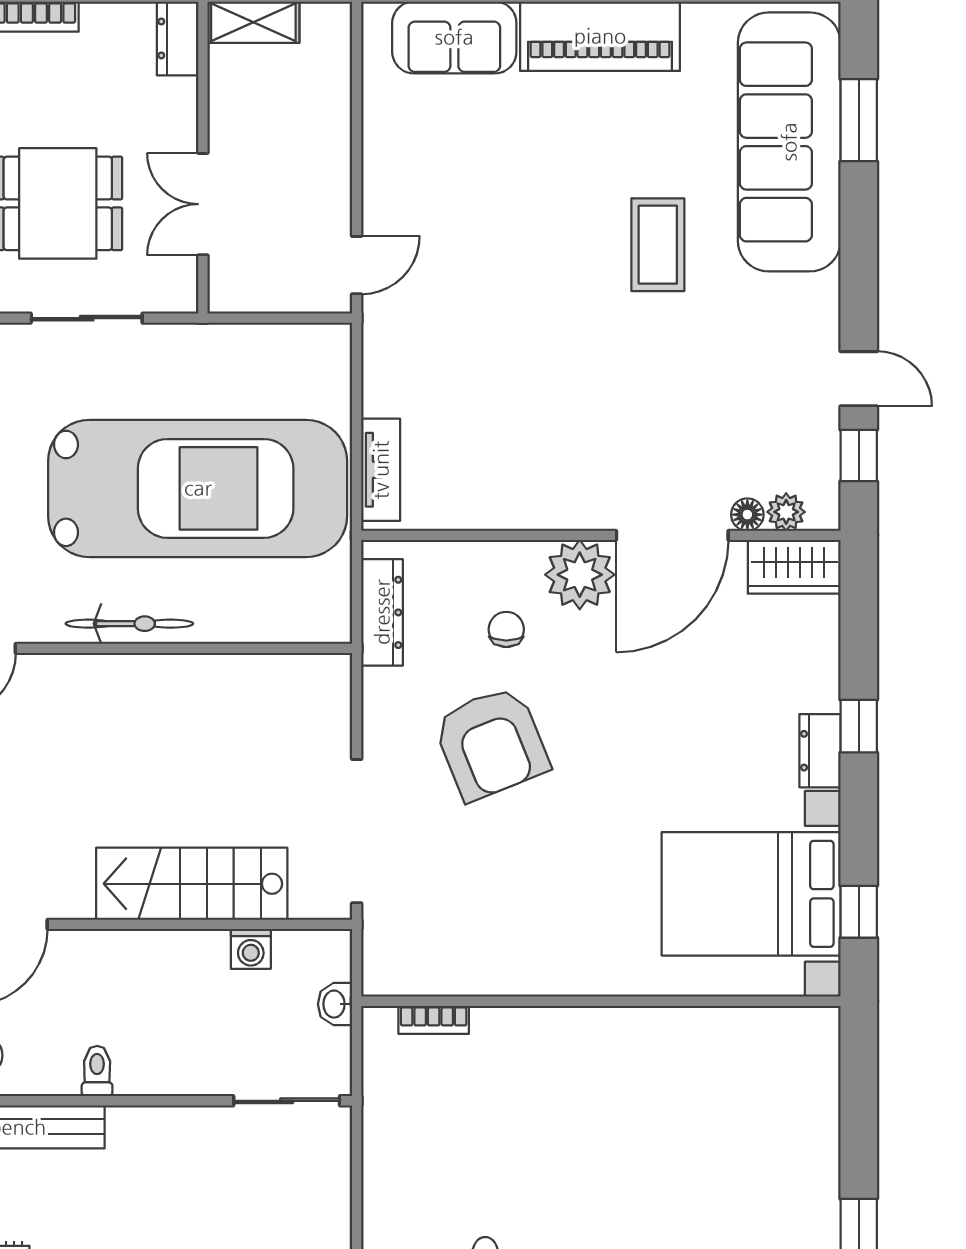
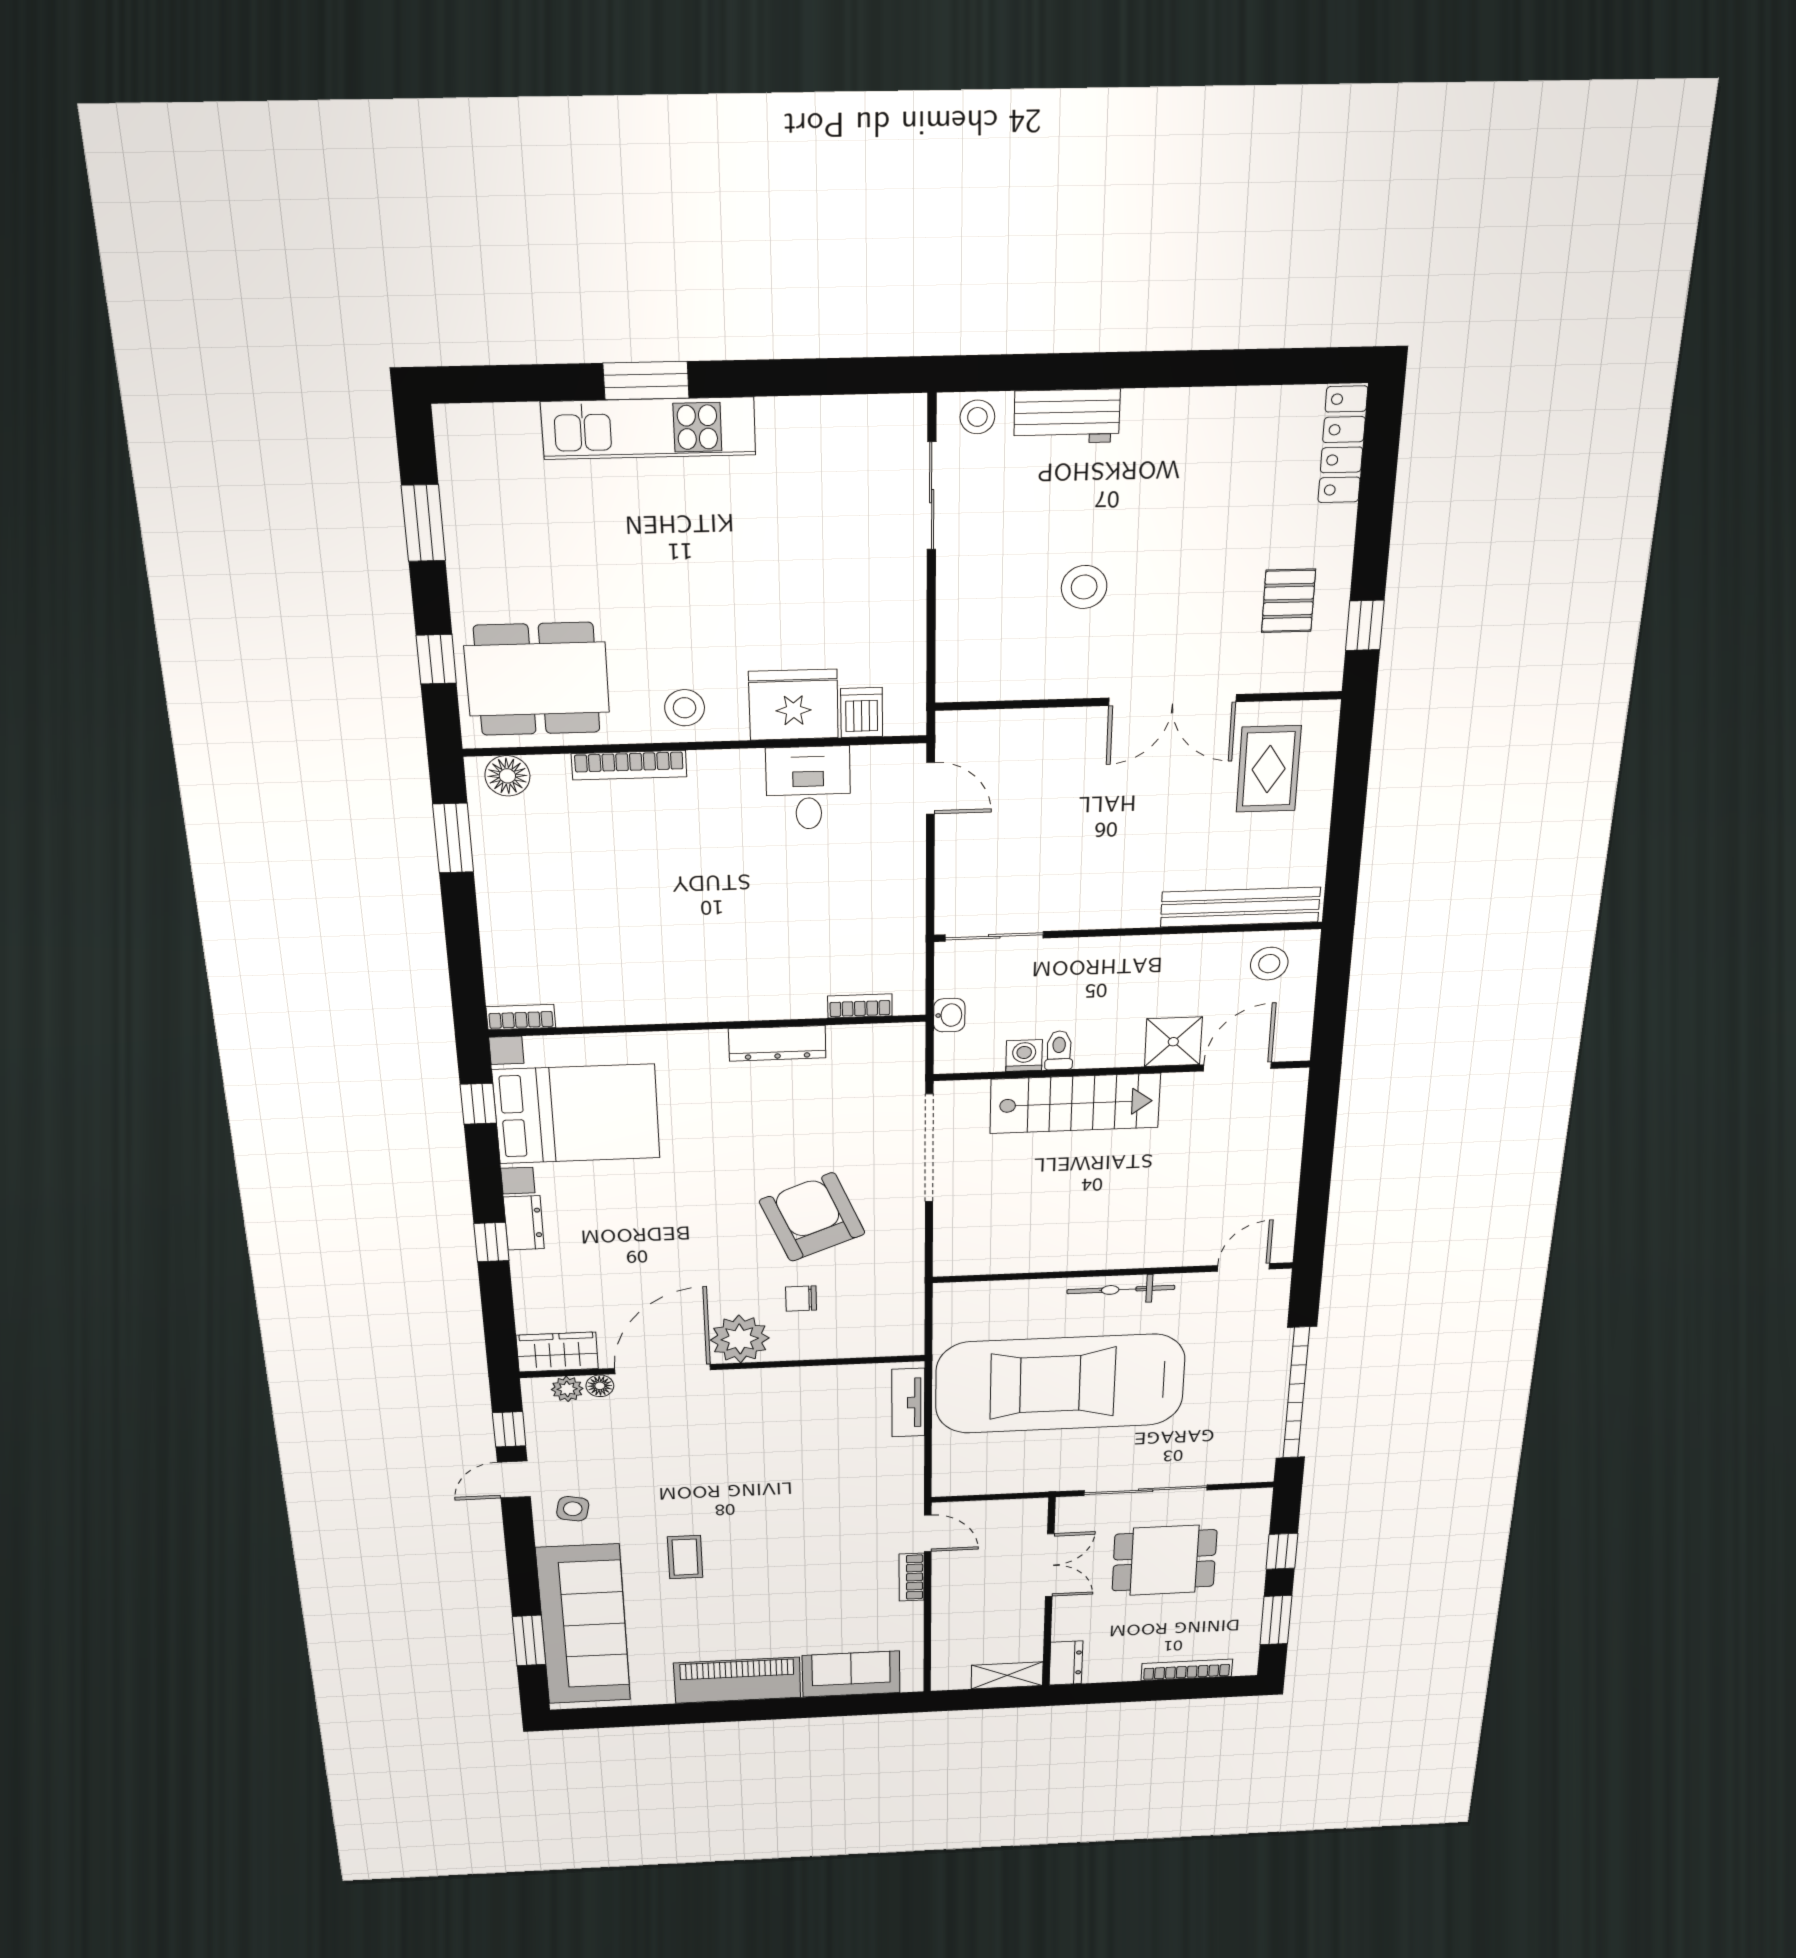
bookcase: (377, 195) -> (912, 1577), added
coffee table: (658, 245) -> (685, 1557), width x0.73, depth x0.77
door: (357, 265) -> (928, 1533), swing flipped
sliding door: (87, 318) -> (1146, 1490), width x1.37
side table: (791, 329) -> (573, 1509), added
door: (859, 379) -> (514, 1480), hinge flipped
dresser: (382, 612) -> (777, 1043), moved, turned -90
chair: (506, 629) -> (801, 1299), turned 90
shower: (84, 960) -> (1173, 1042), added
bookcase: (804, 1020) -> (521, 1017), added
toilet: (97, 1071) -> (1059, 1050), moved, turned 180

